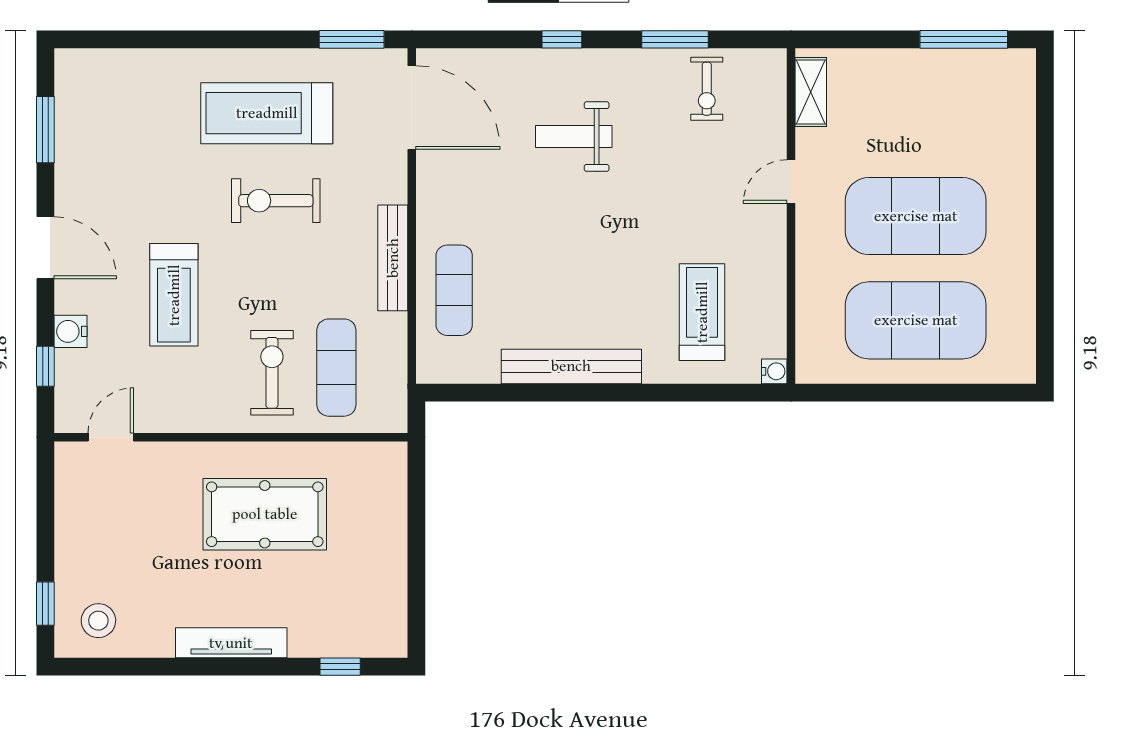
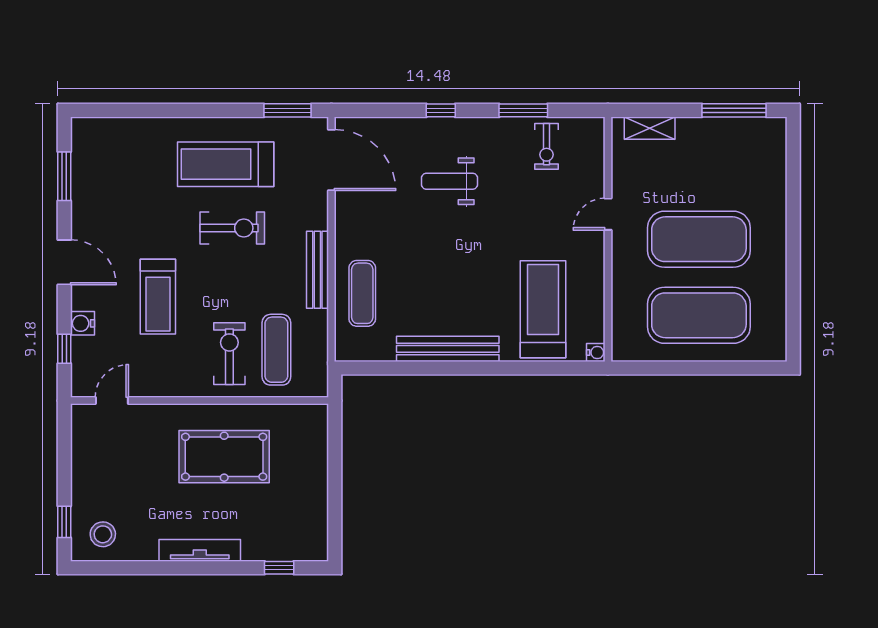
shelving: (811, 92) -> (650, 128), moved, turned 90
exercise bike: (276, 201) -> (232, 228), turned 180
treadmill: (702, 312) -> (543, 309), width x1.37, depth x1.38

